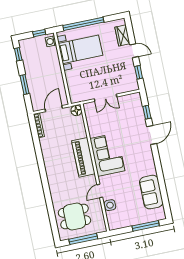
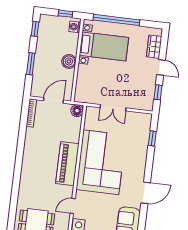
boiler: (56, 72) -> (69, 61), added
door: (152, 135) -> (146, 193), moved
corner sofa: (107, 155) -> (101, 162), width x1.36, depth x1.36

